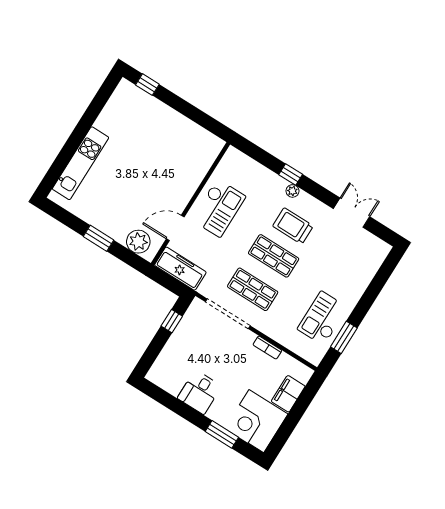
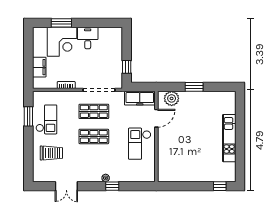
kitchen unit: (81, 163) -> (229, 138), moved
trolley: (293, 226) -> (51, 153), moved
corner desk: (256, 421) -> (62, 42), moved, turned 90

